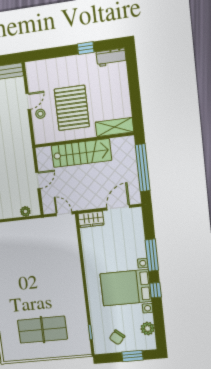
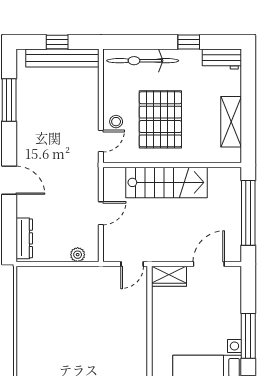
bicycle: (54, 67) -> (143, 61), added
door: (28, 101) -> (101, 141), moved
shelving: (115, 127) -> (231, 122), moved, turned 90
door: (64, 214) -> (132, 264), swing flipped

